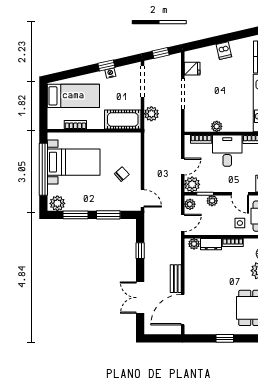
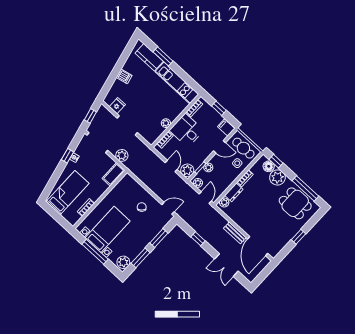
cot: (123, 119) -> (113, 174), width x0.73, depth x0.75
window: (43, 169) -> (95, 252), width x0.68

